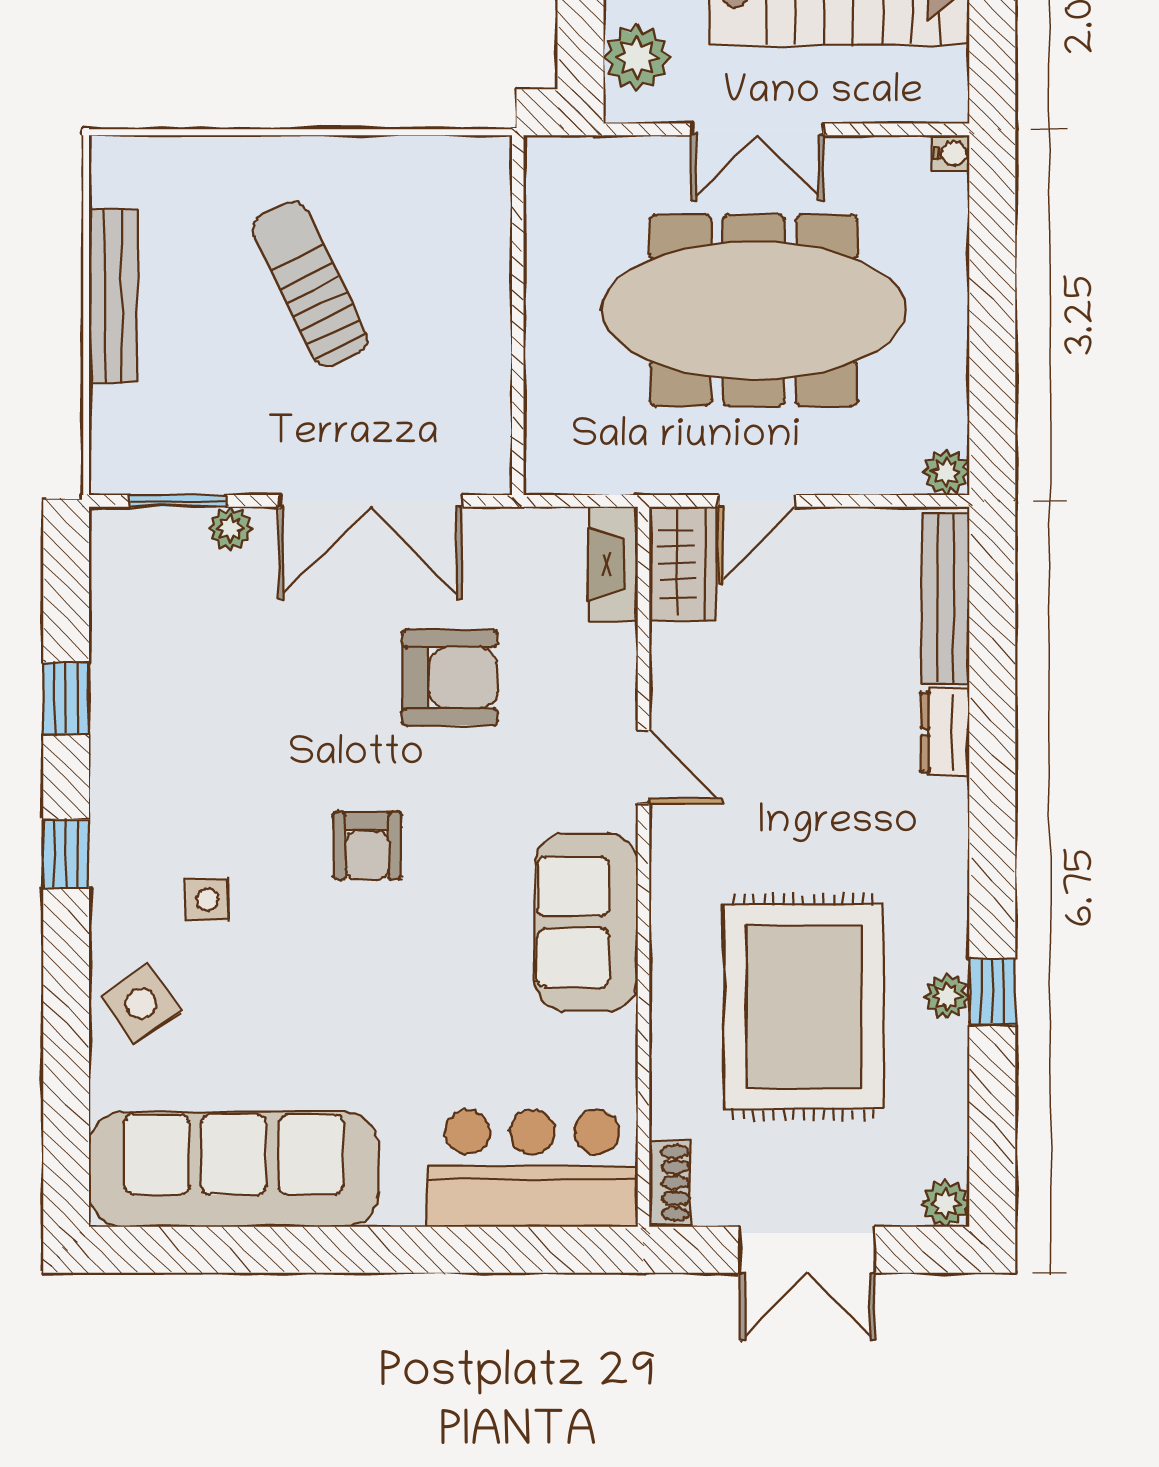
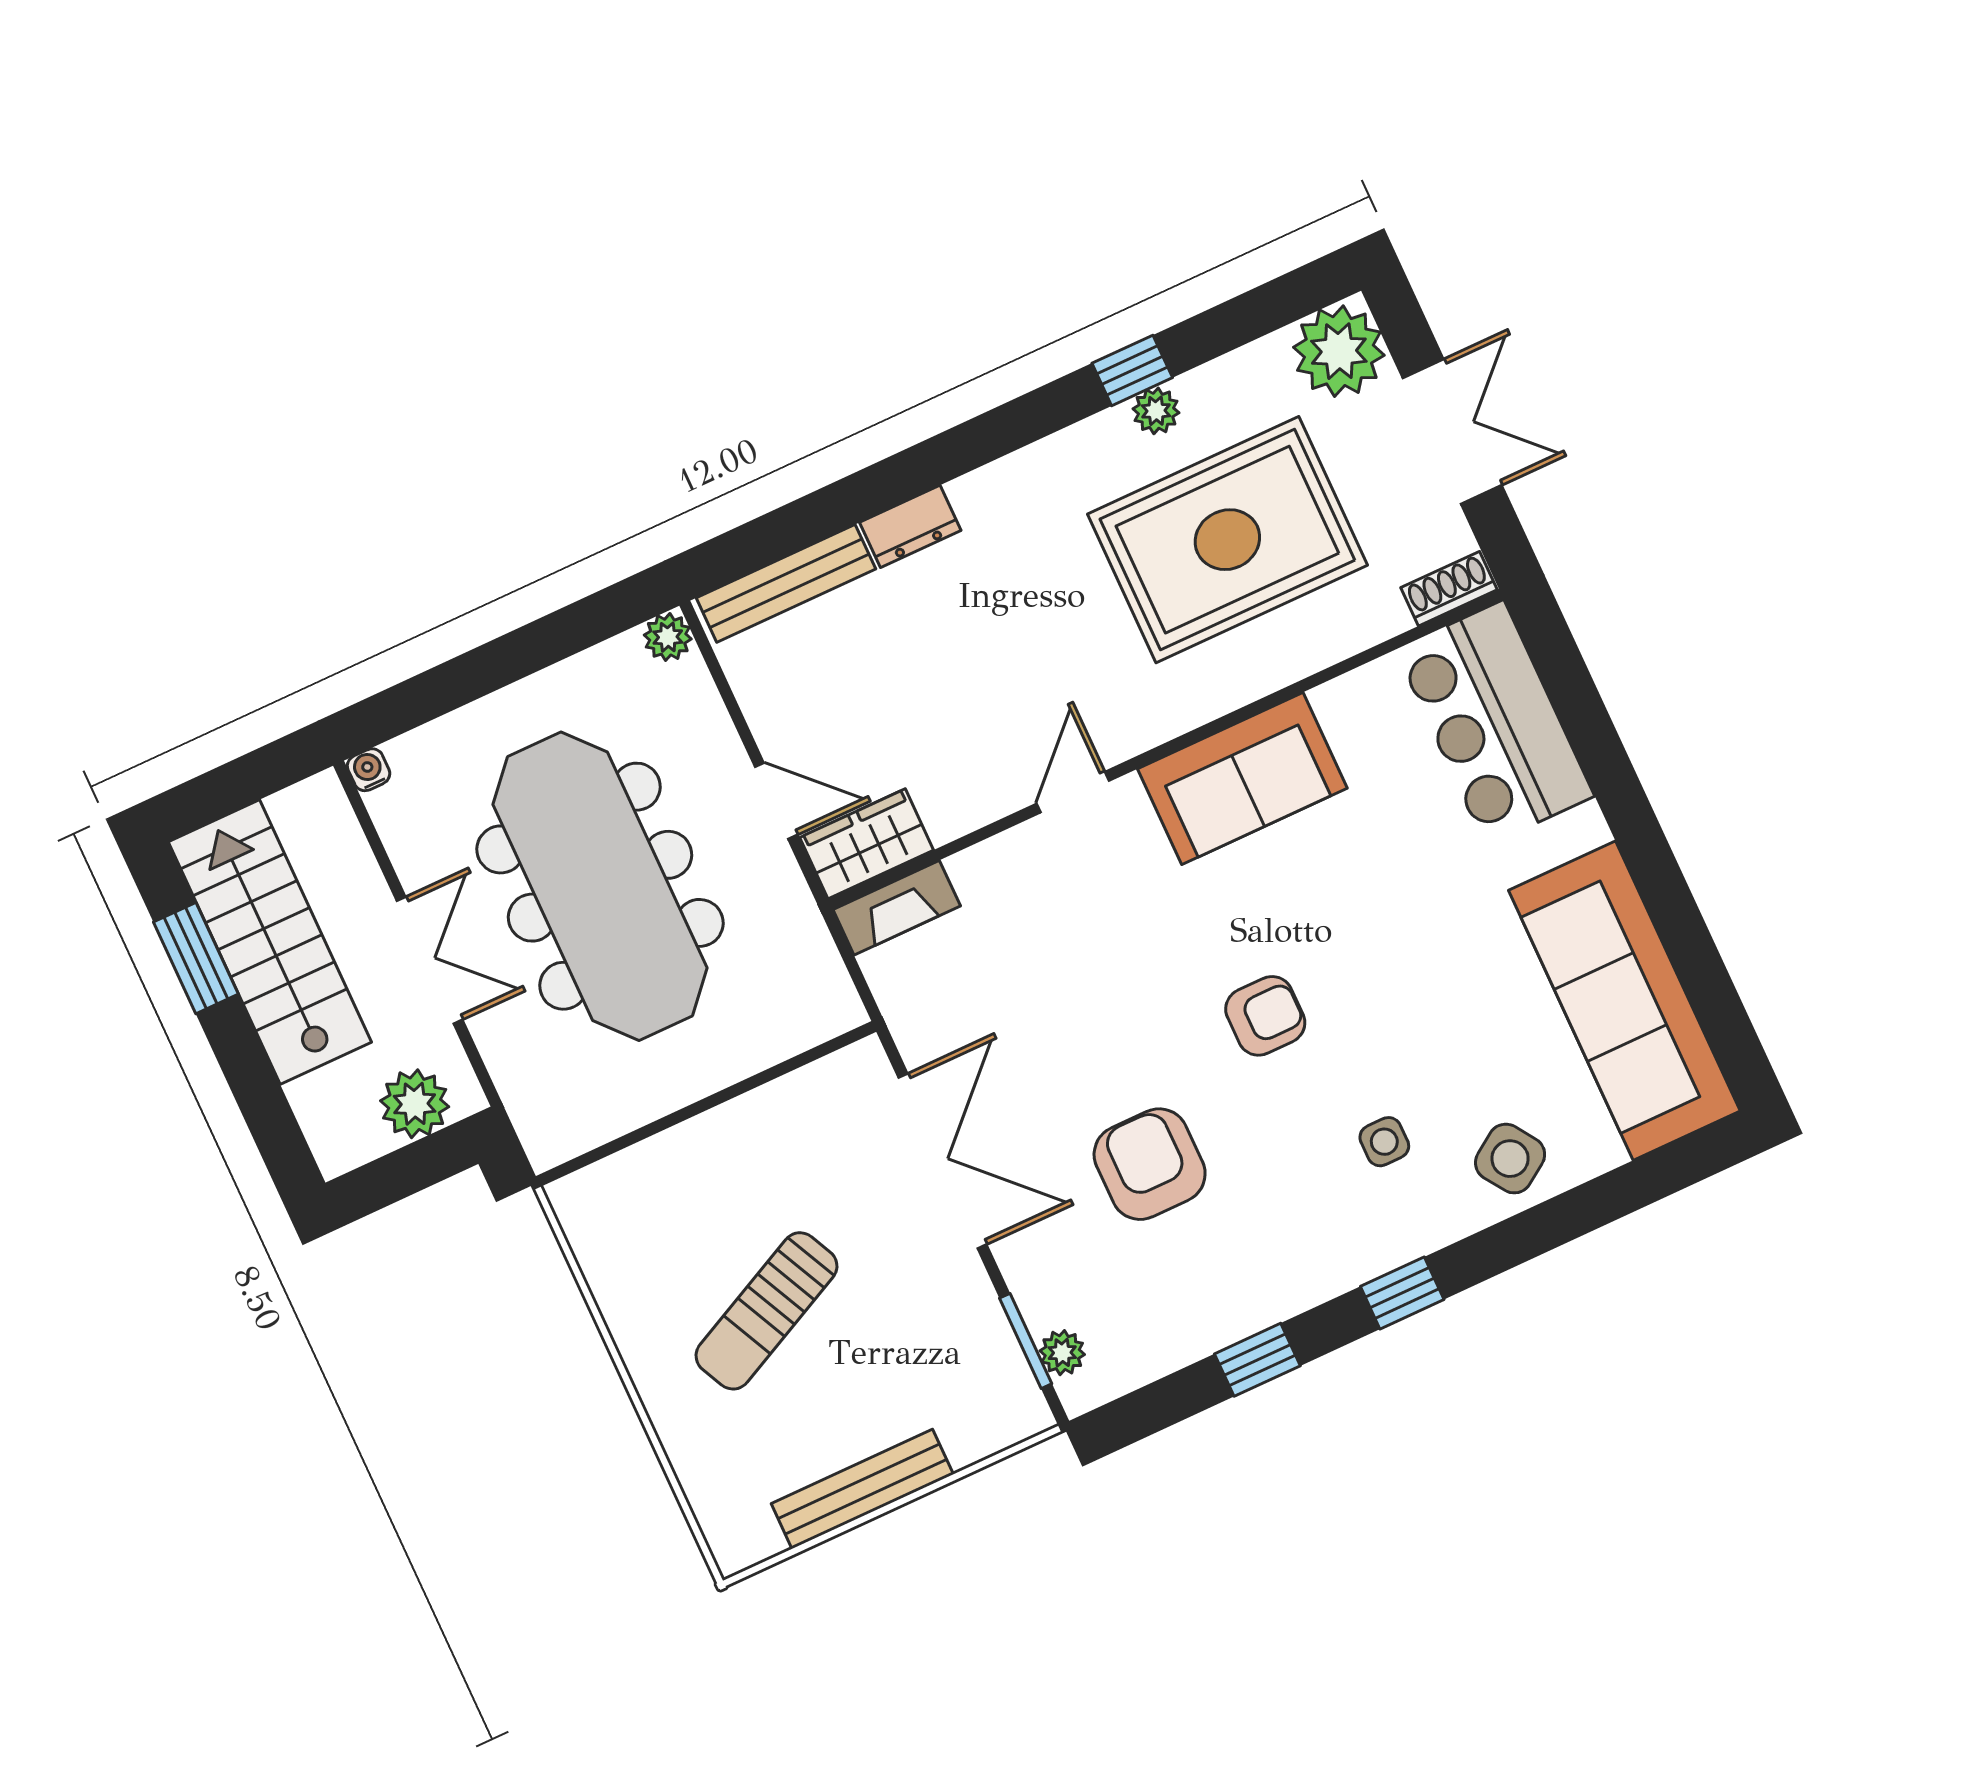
plant: (230, 529) -> (1062, 1353), moved
armchair: (450, 678) -> (1150, 1164), moved
plant: (946, 1203) -> (1339, 351), width x1.88, depth x1.88

